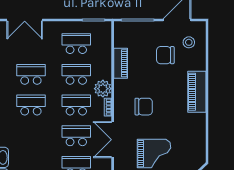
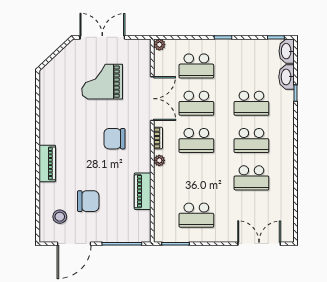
school desk: (76, 74) -> (251, 103), moved
plant: (103, 89) -> (159, 160), width x0.53, depth x0.53
piano: (197, 92) -> (47, 163), width x0.73, depth x0.75

